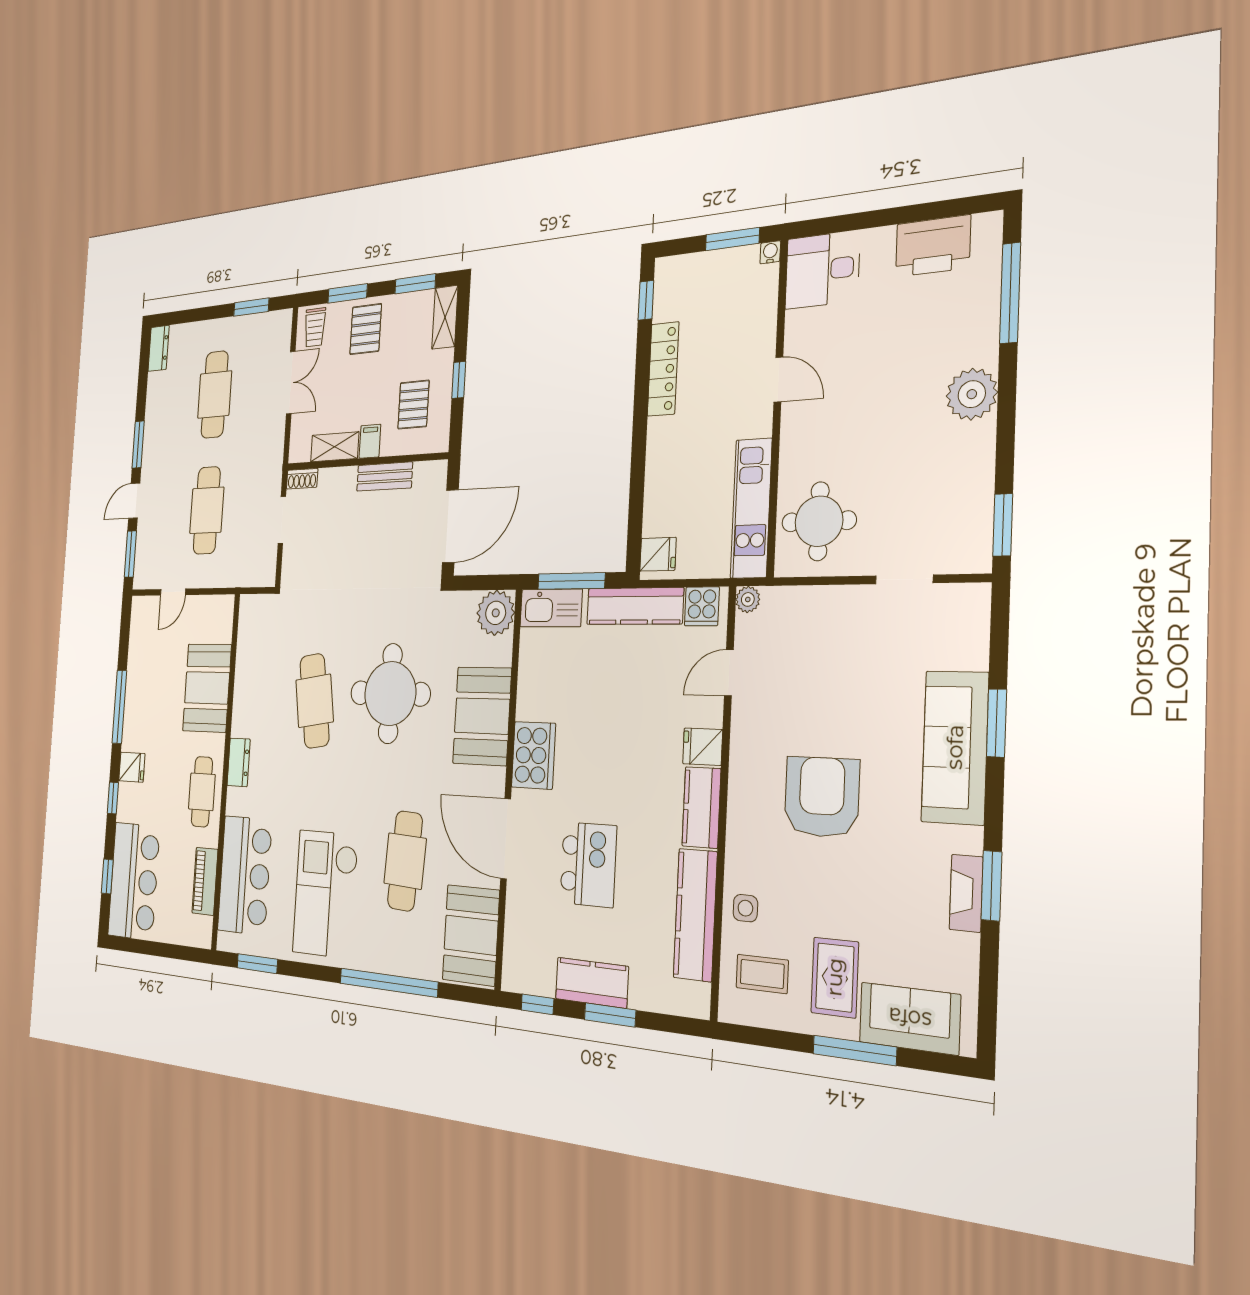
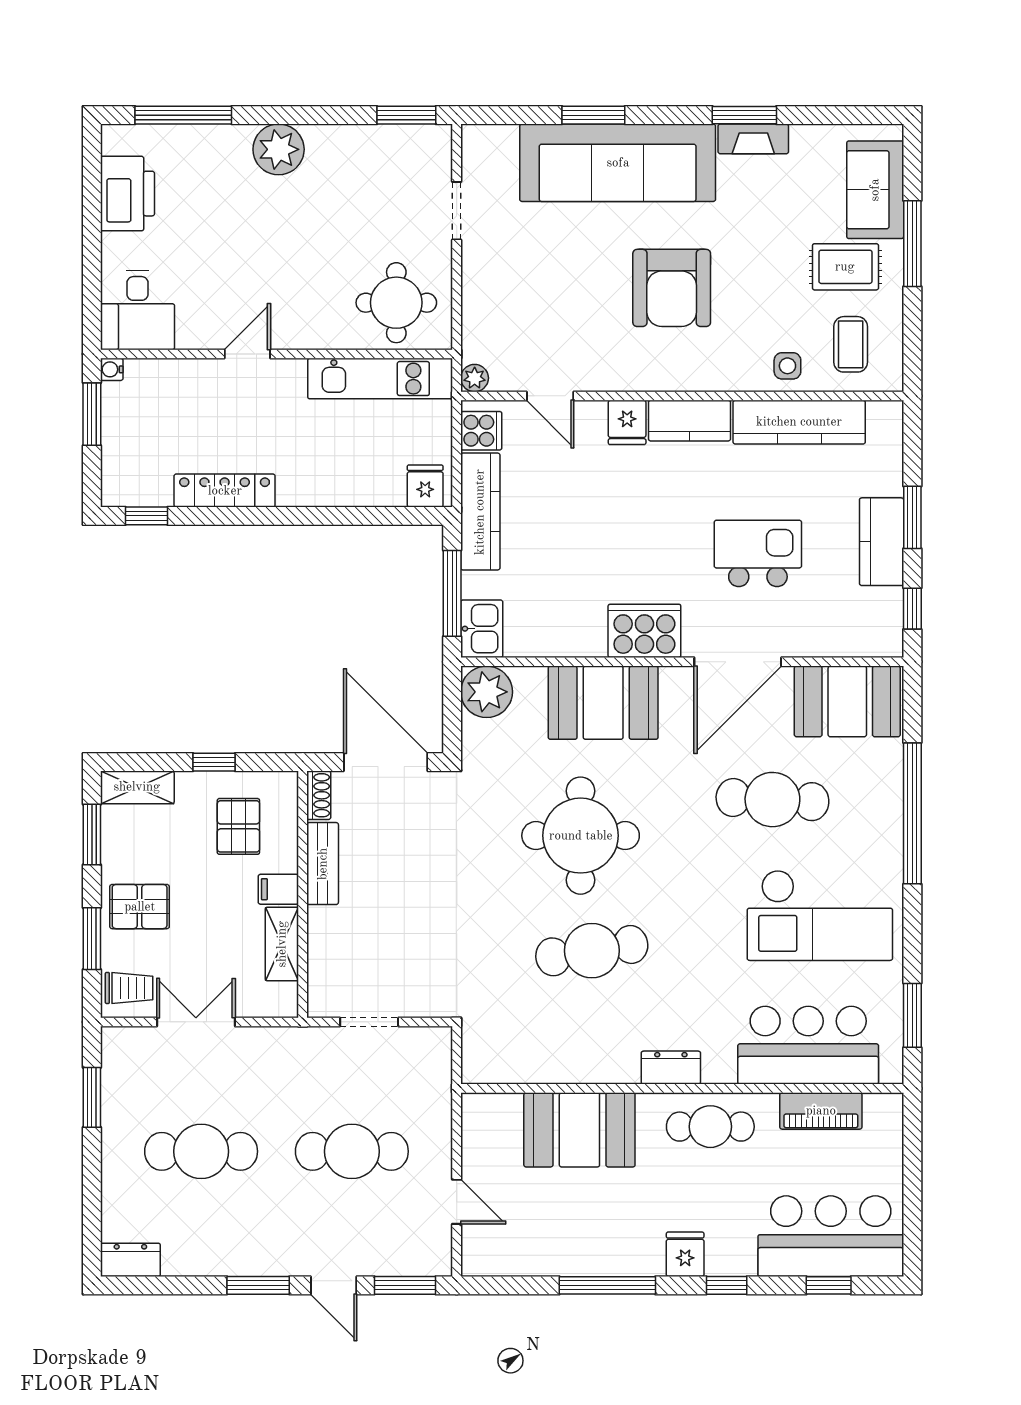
pallet: (413, 405) -> (238, 826), turned 90
shoe rack: (302, 479) -> (319, 795), moved
kitchen sink: (551, 608) -> (482, 629), width x0.73
sofa: (955, 747) -> (618, 163), width x1.36, depth x1.27
armchair: (822, 797) -> (672, 288), turned -90

